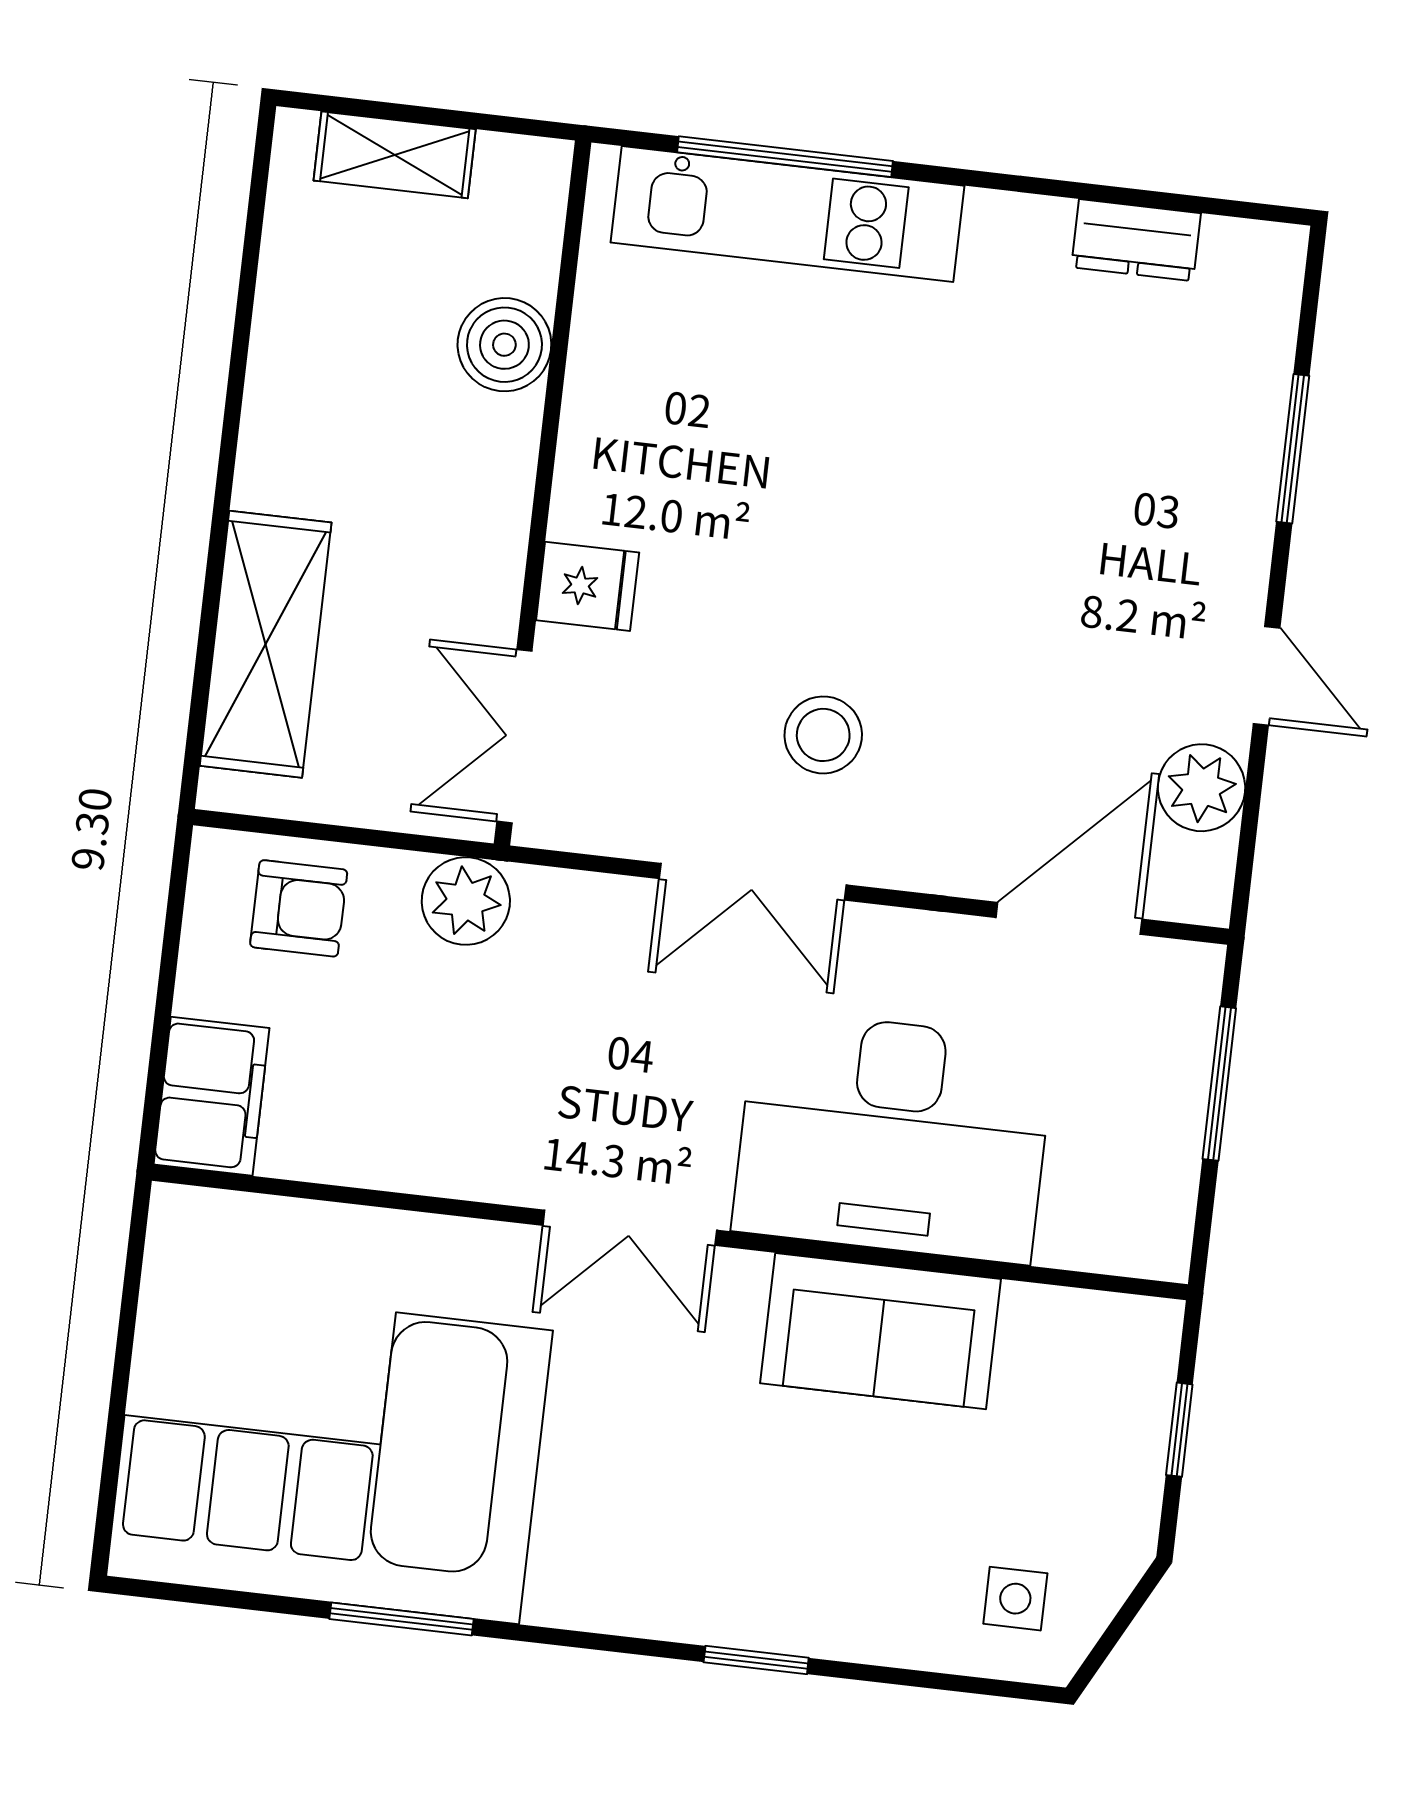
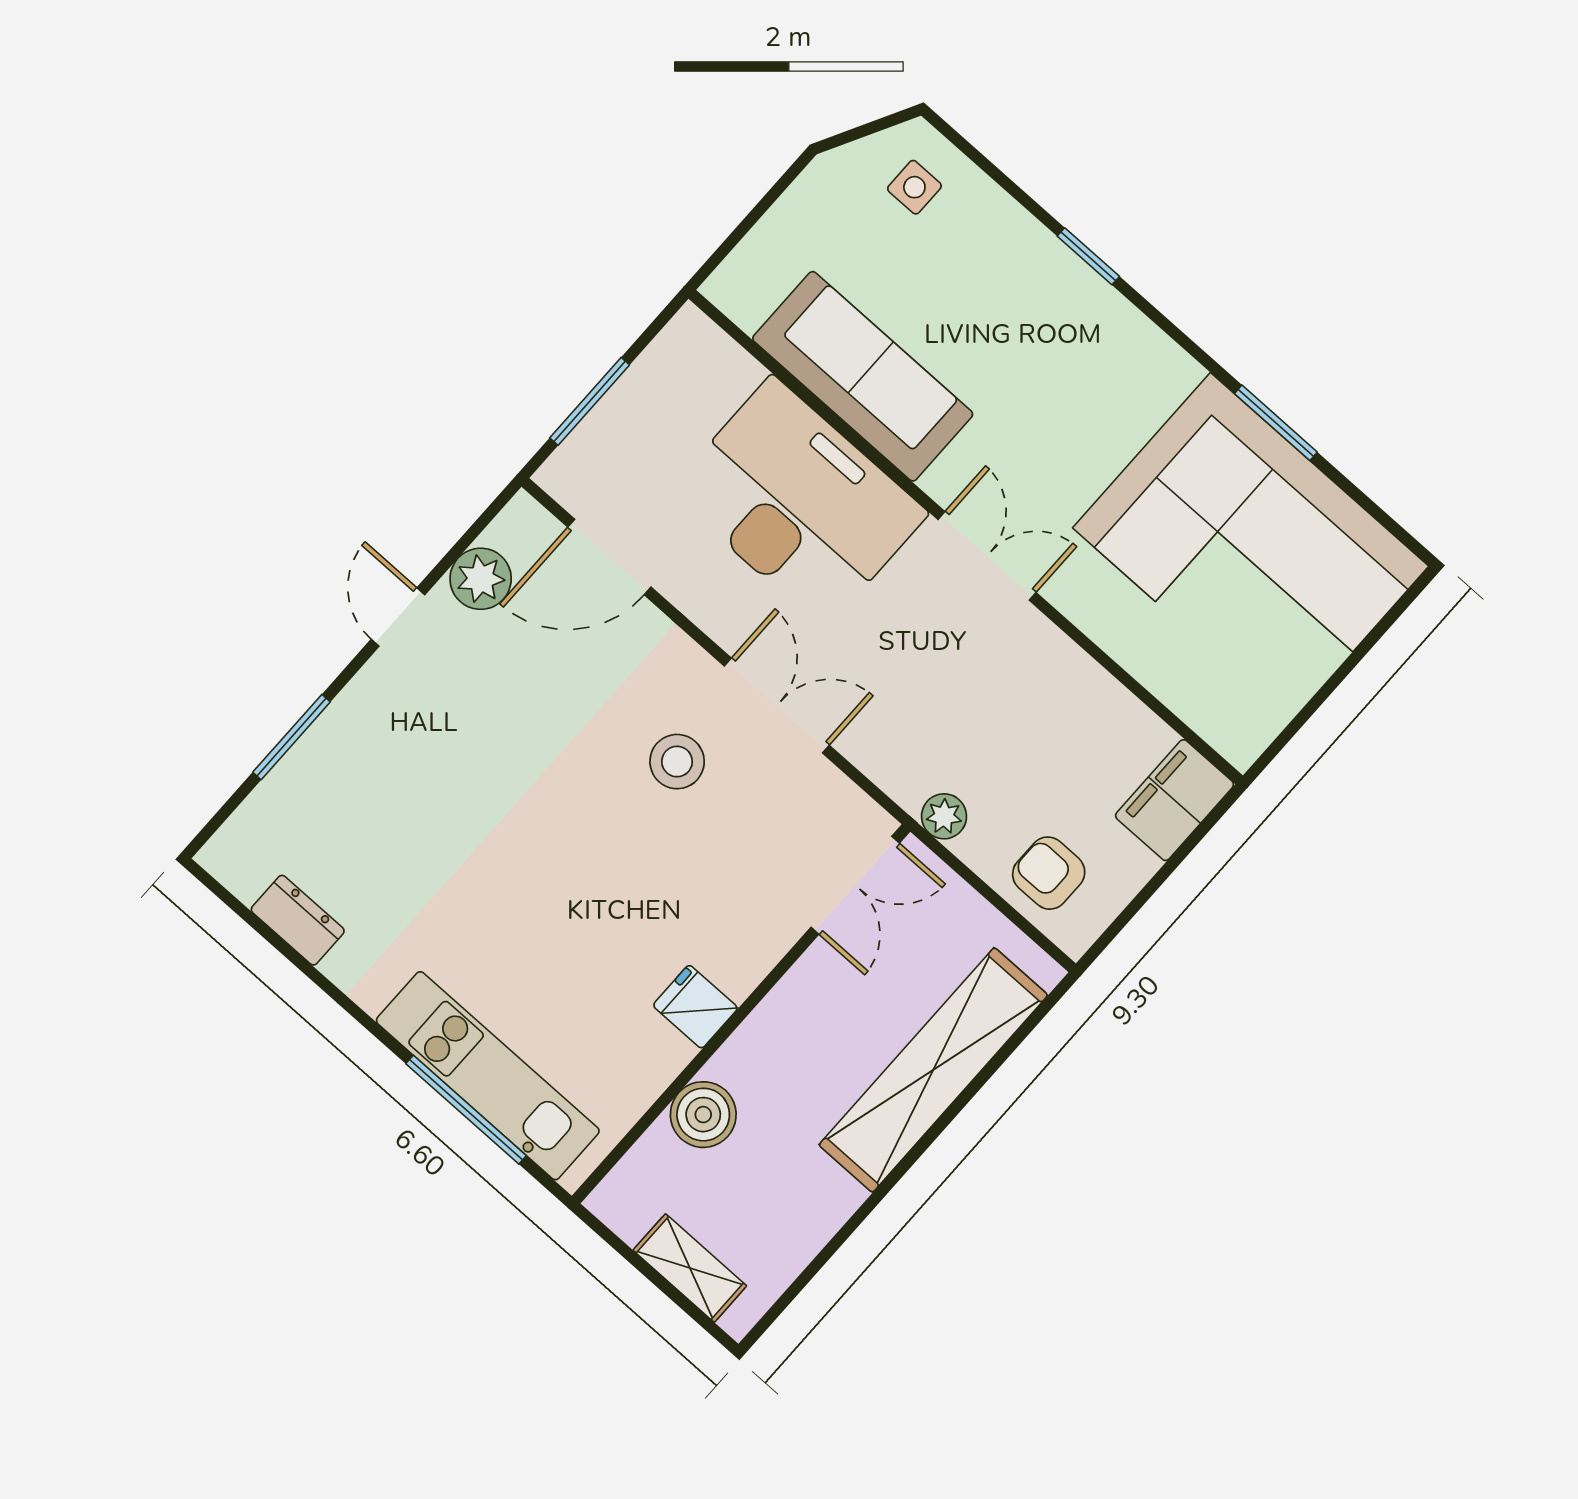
fridge: (588, 586) -> (695, 1007), moved
shelving: (266, 644) -> (933, 1070), width x1.47
plant: (466, 901) -> (944, 816), width x0.73, depth x0.73
sofa: (881, 1331) -> (863, 376), width x1.36
window: (1179, 1430) -> (752, 218), removed

